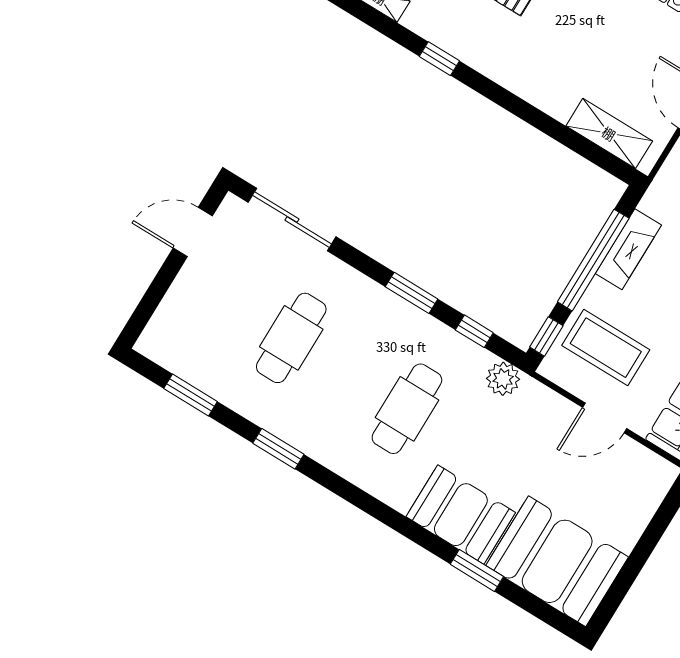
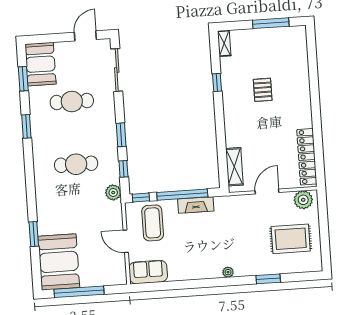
door: (193, 232) -> (85, 36), hinge flipped
booth: (461, 515) -> (40, 64), moved
window: (635, 563) -> (79, 292), added

